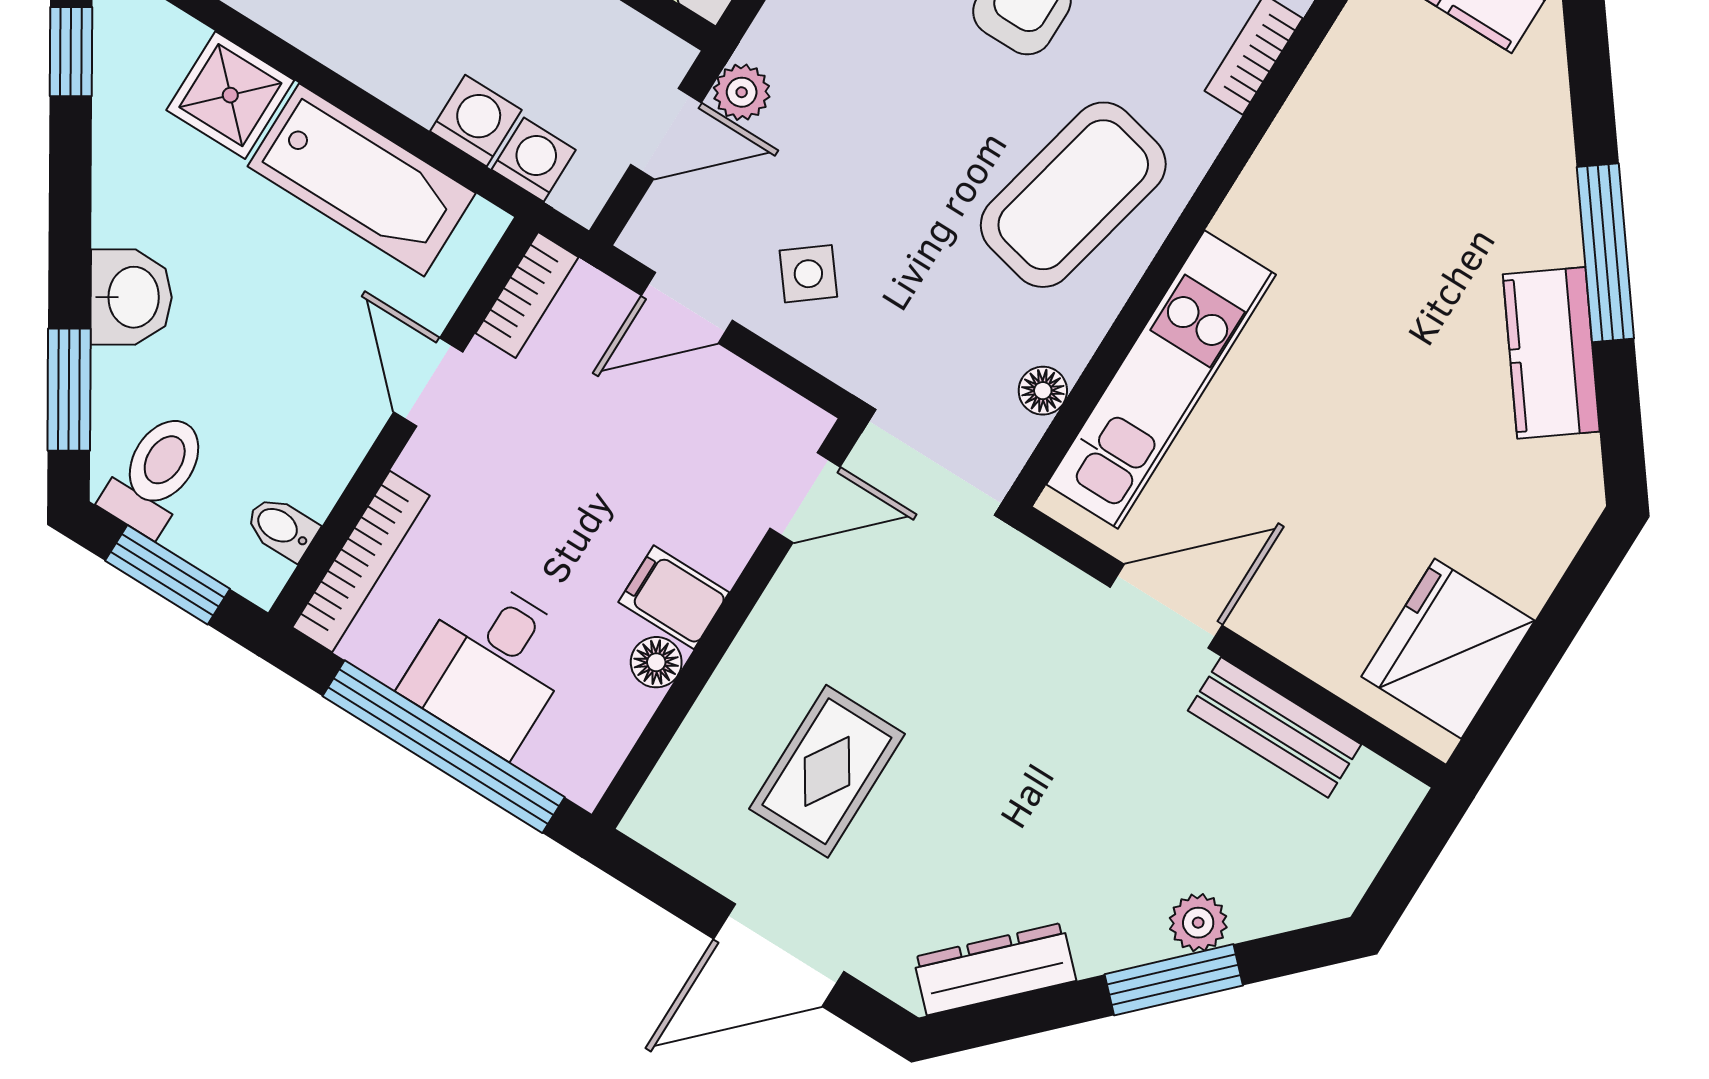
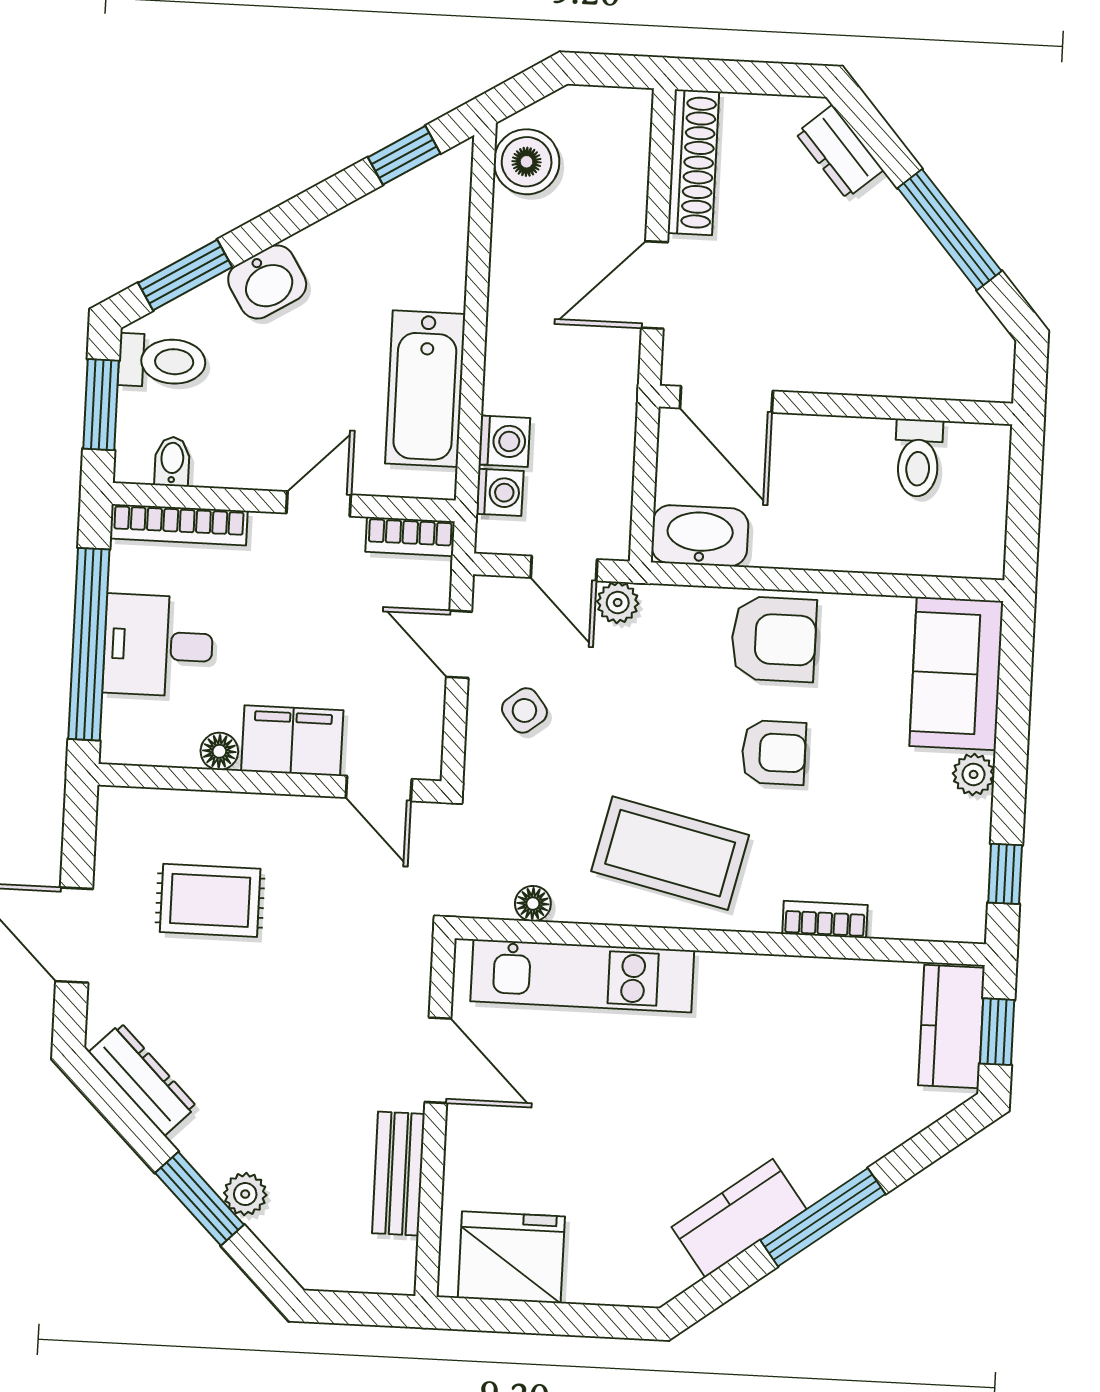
shower: (230, 95) -> (433, 274), removed
filing cabinet: (674, 597) -> (292, 741), width x2.00

